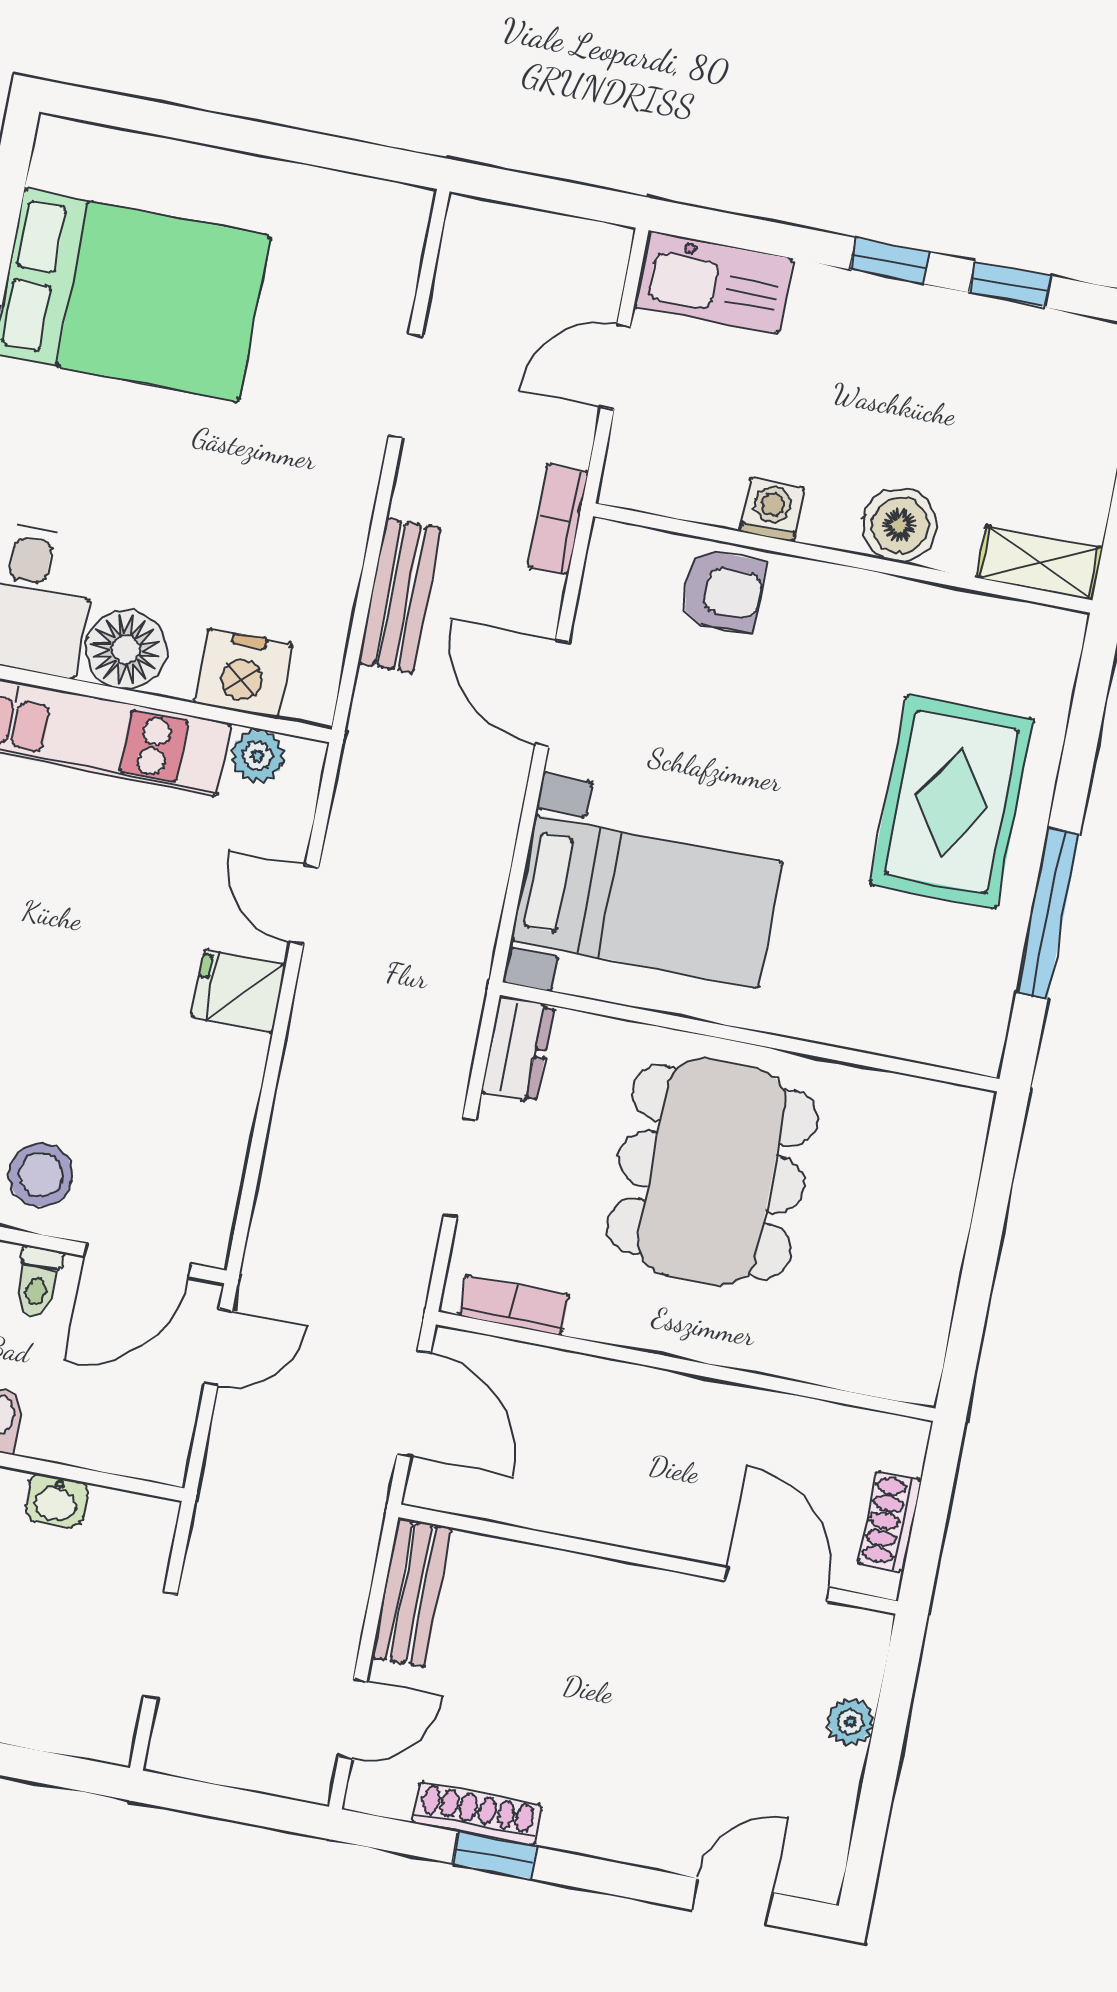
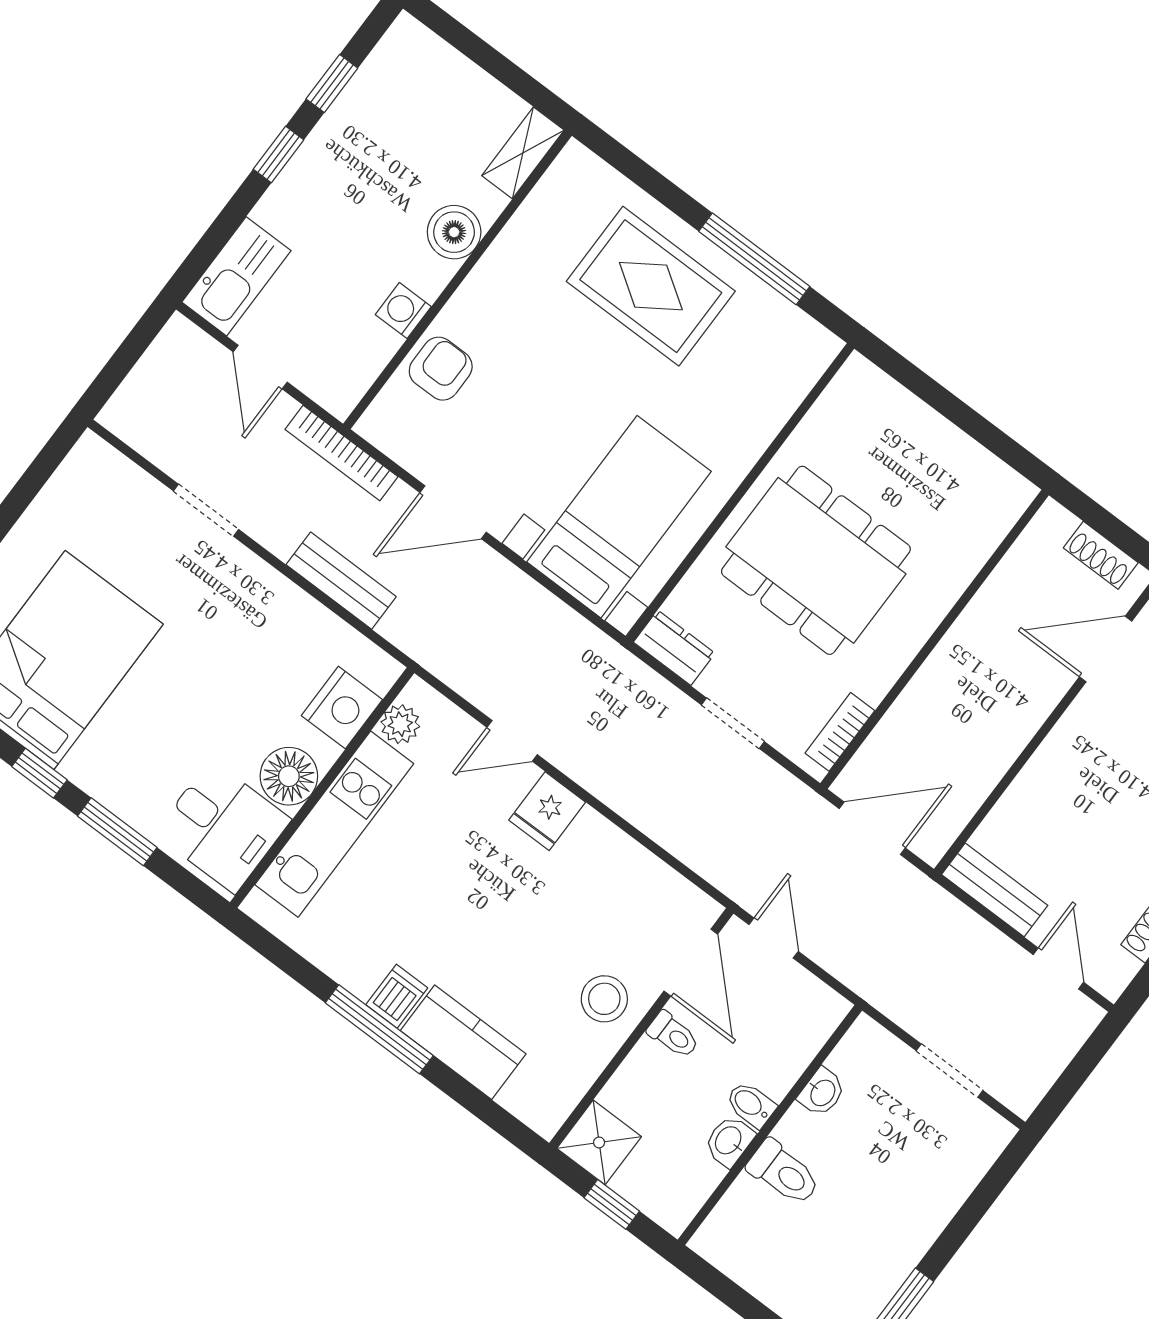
bookcase: (558, 519) -> (342, 453), width x1.56

